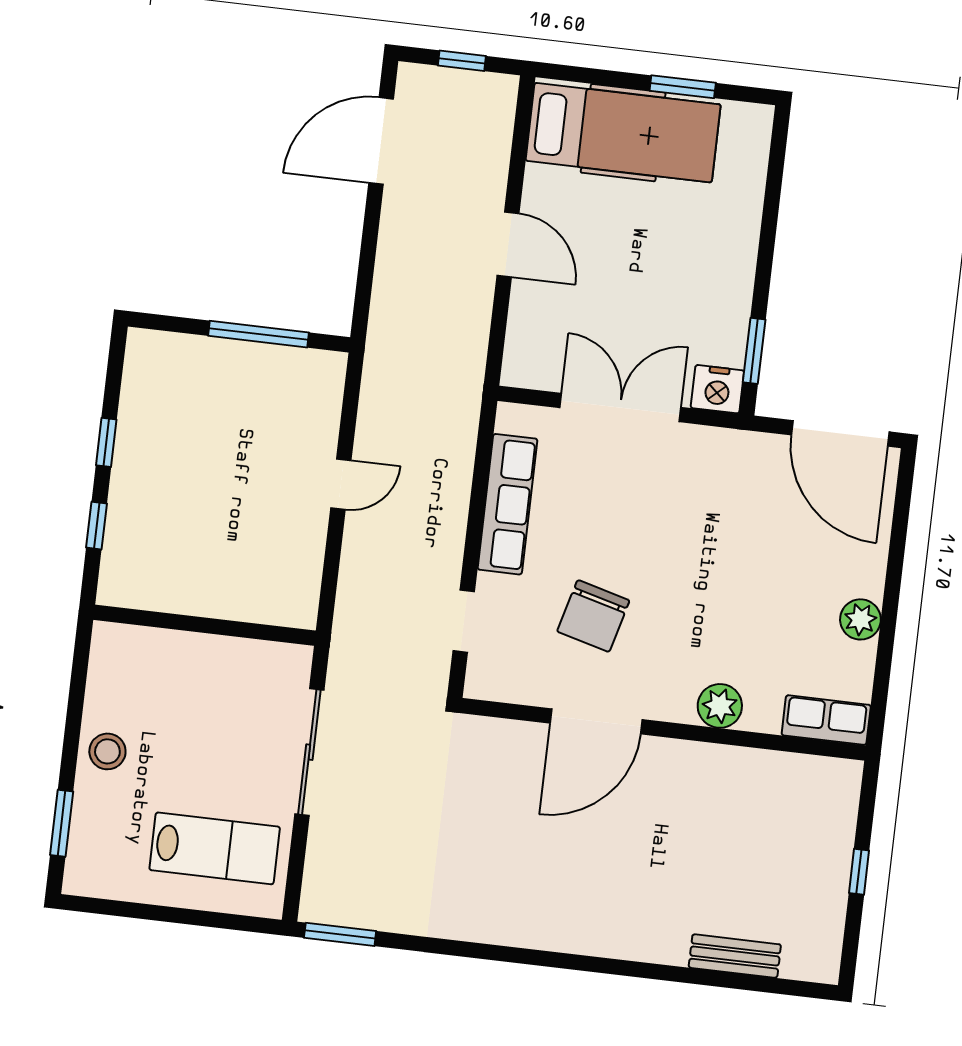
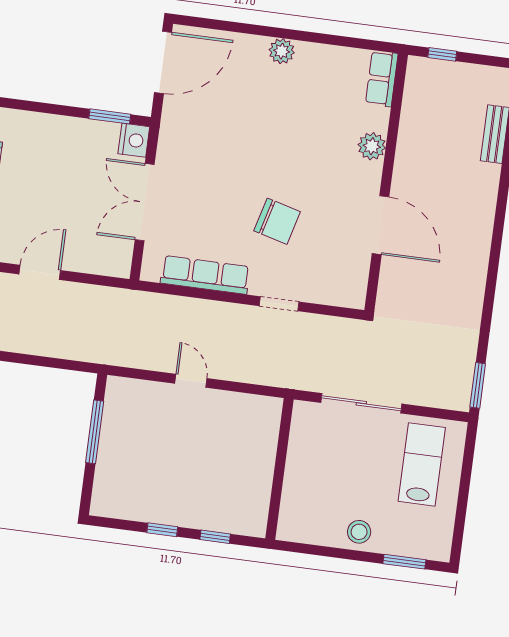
plant: (720, 706) -> (372, 146), moved
row of seats: (826, 720) -> (382, 79), moved
door: (596, 721) -> (381, 225), moved
wall: (663, 729) -> (386, 182), moved

